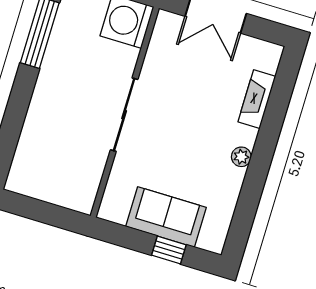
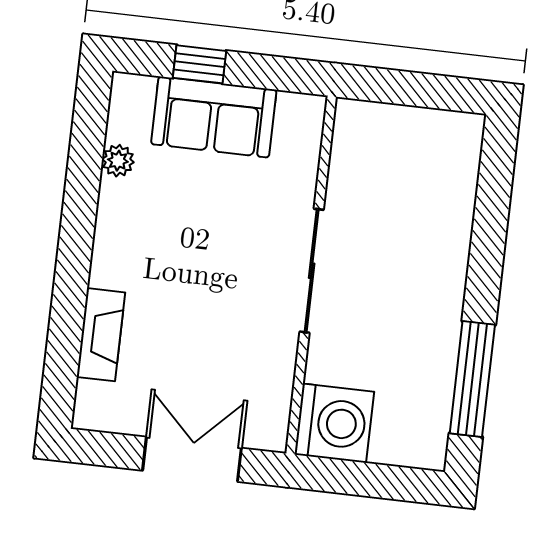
plant: (241, 157) -> (118, 161), moved

